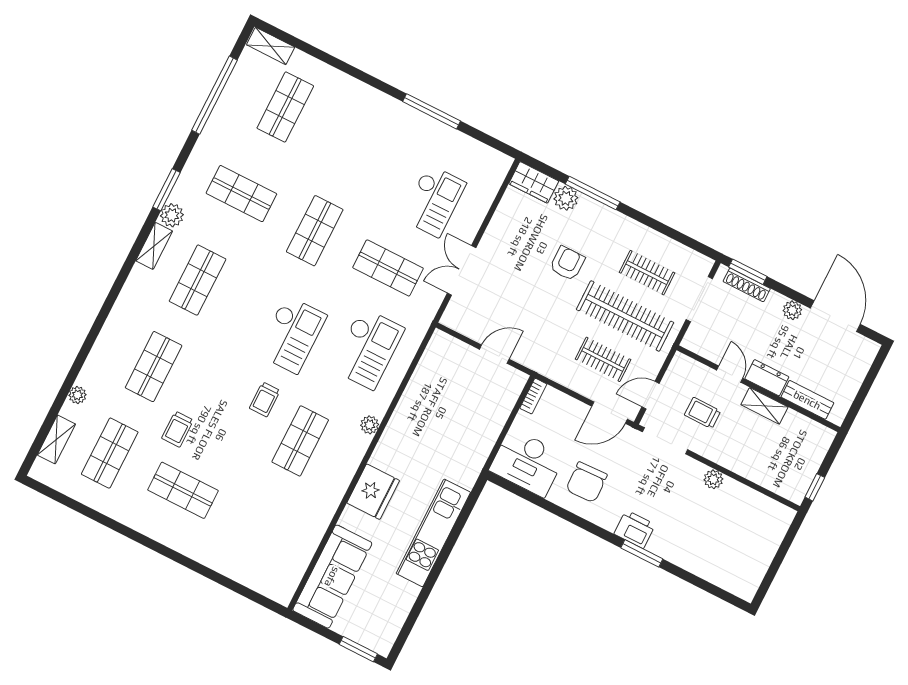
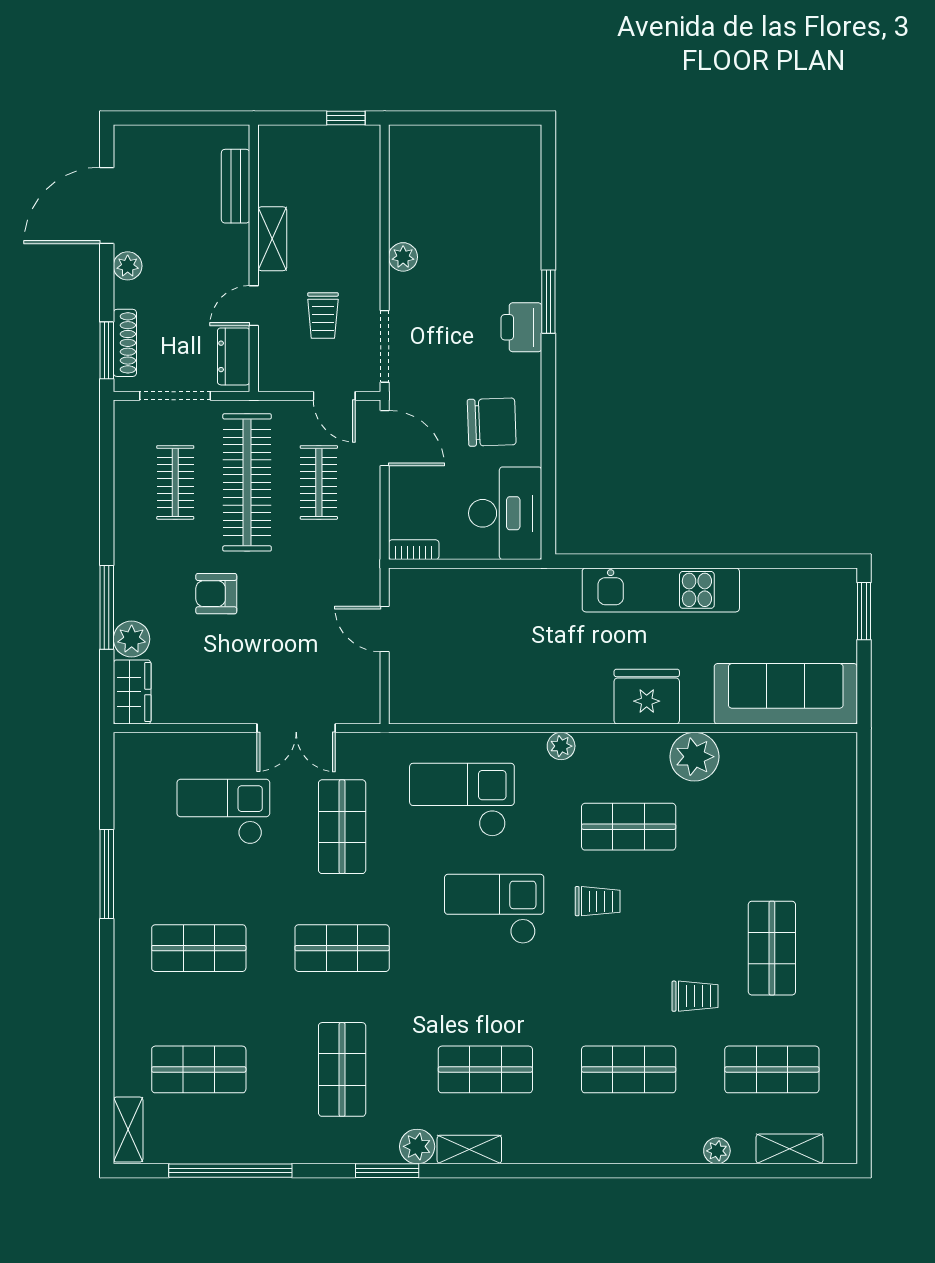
shop shelf: (359, 144) -> (199, 948), added
dresser: (767, 378) -> (234, 356), moved
plant: (322, 502) -> (694, 757), added

